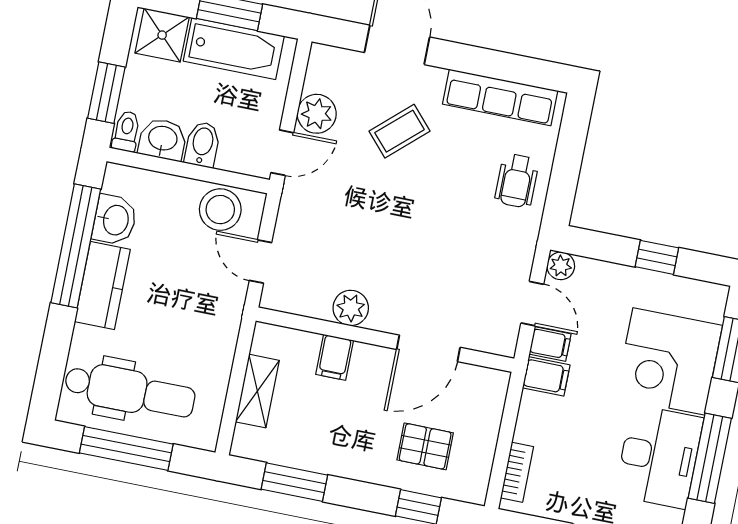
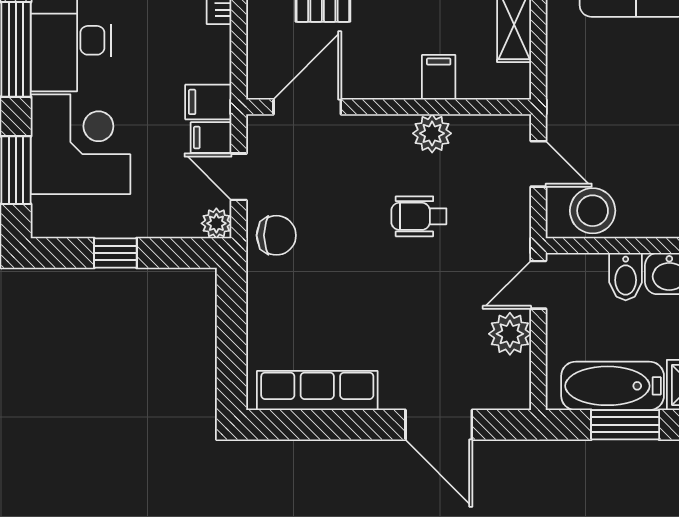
coffee table: (400, 131) -> (418, 333), removed
wheelchair: (517, 181) -> (419, 216), moved, turned -90
chair: (509, 244) -> (276, 235), added
door: (428, 348) -> (307, 107), moved

